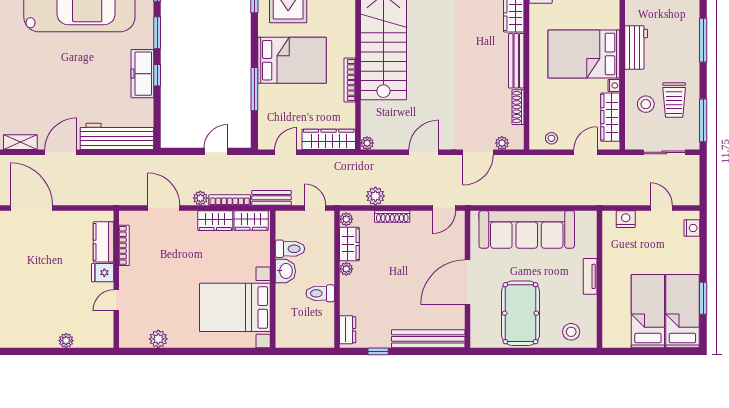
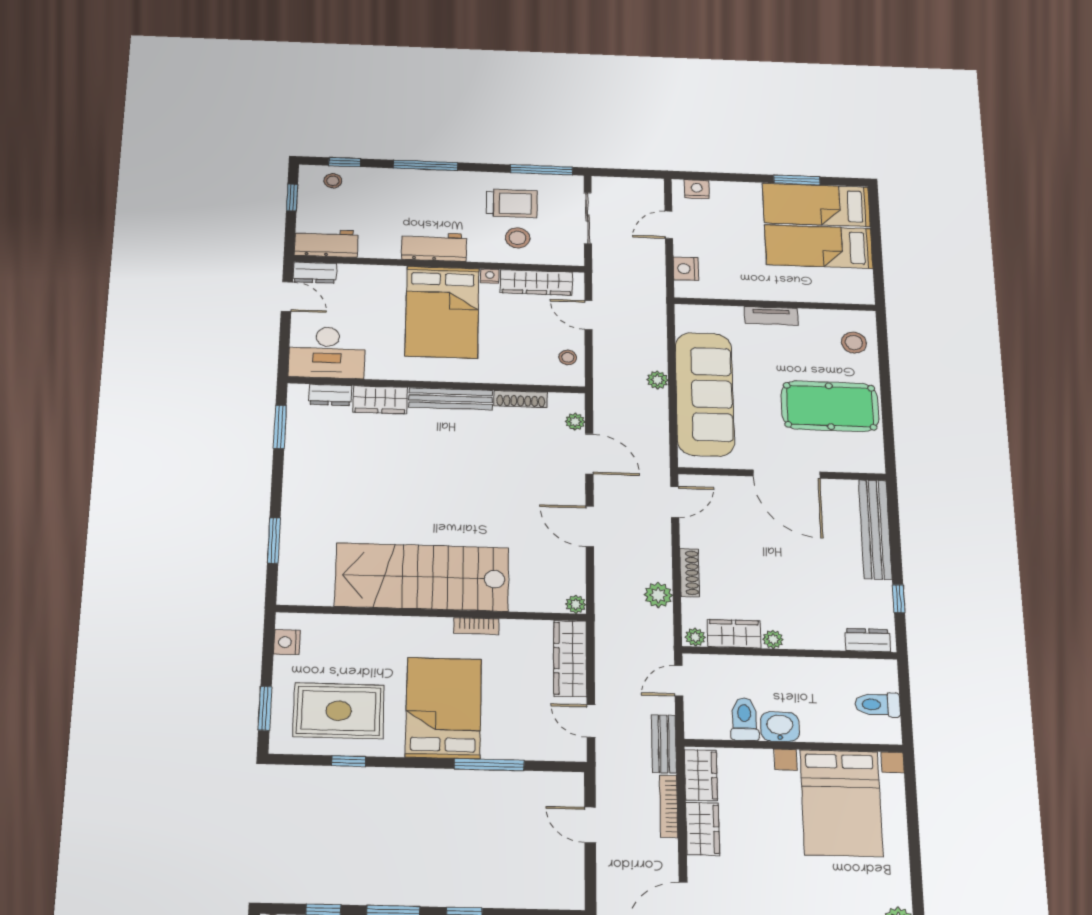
bookcase: (350, 80) -> (476, 626), width x0.64
plant: (200, 198) -> (657, 380), moved
door: (444, 208) -> (675, 502), hinge flipped
toilet: (320, 293) -> (878, 705), moved, turned 90

